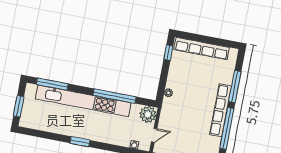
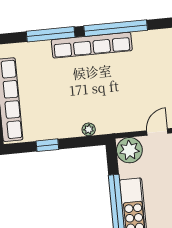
window: (168, 53) -> (47, 145), moved
door: (154, 135) -> (157, 132), hinge flipped

